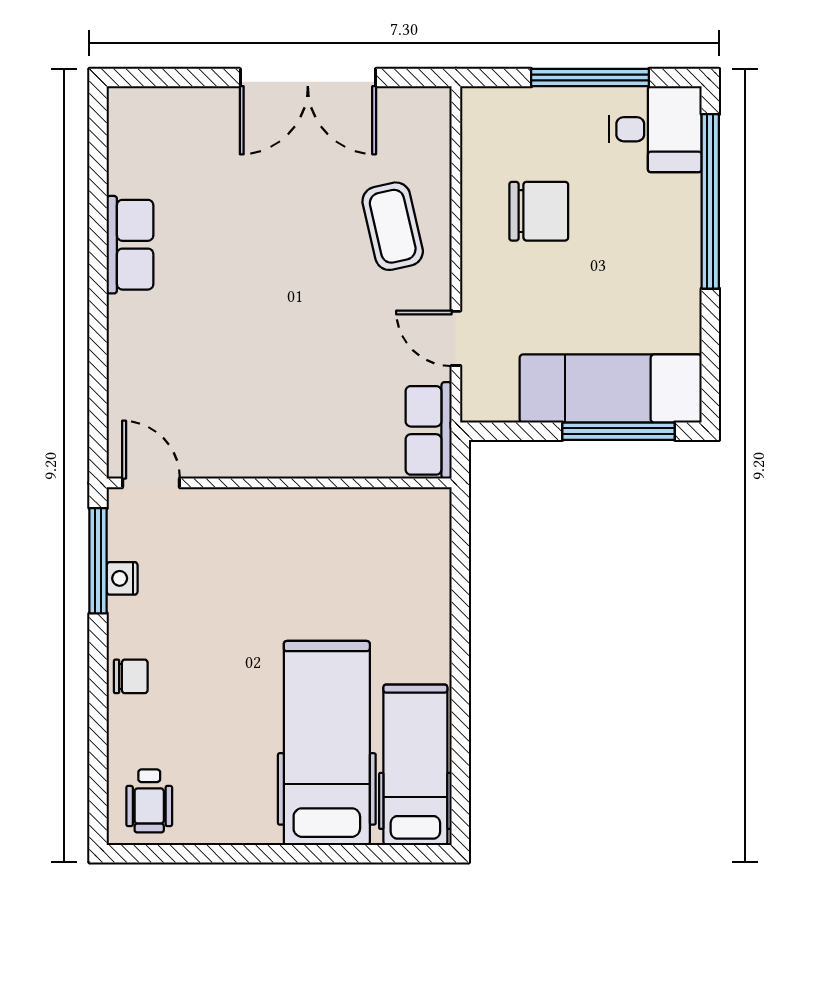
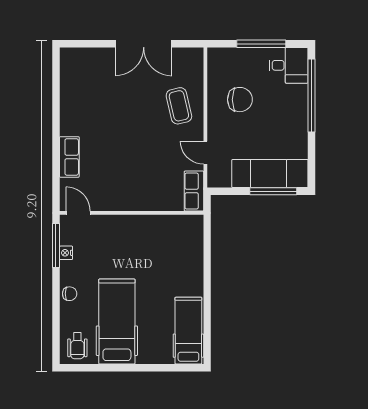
row of seats: (130, 245) -> (69, 157), moved
hospital bed: (327, 743) -> (117, 322), moved

